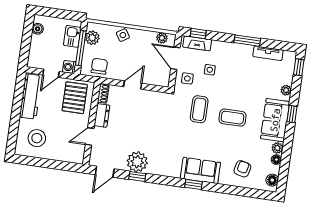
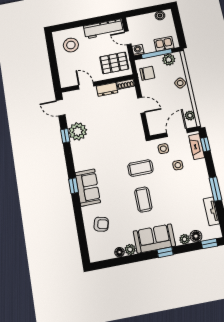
floor lamp: (272, 180) -> (196, 236), moved

